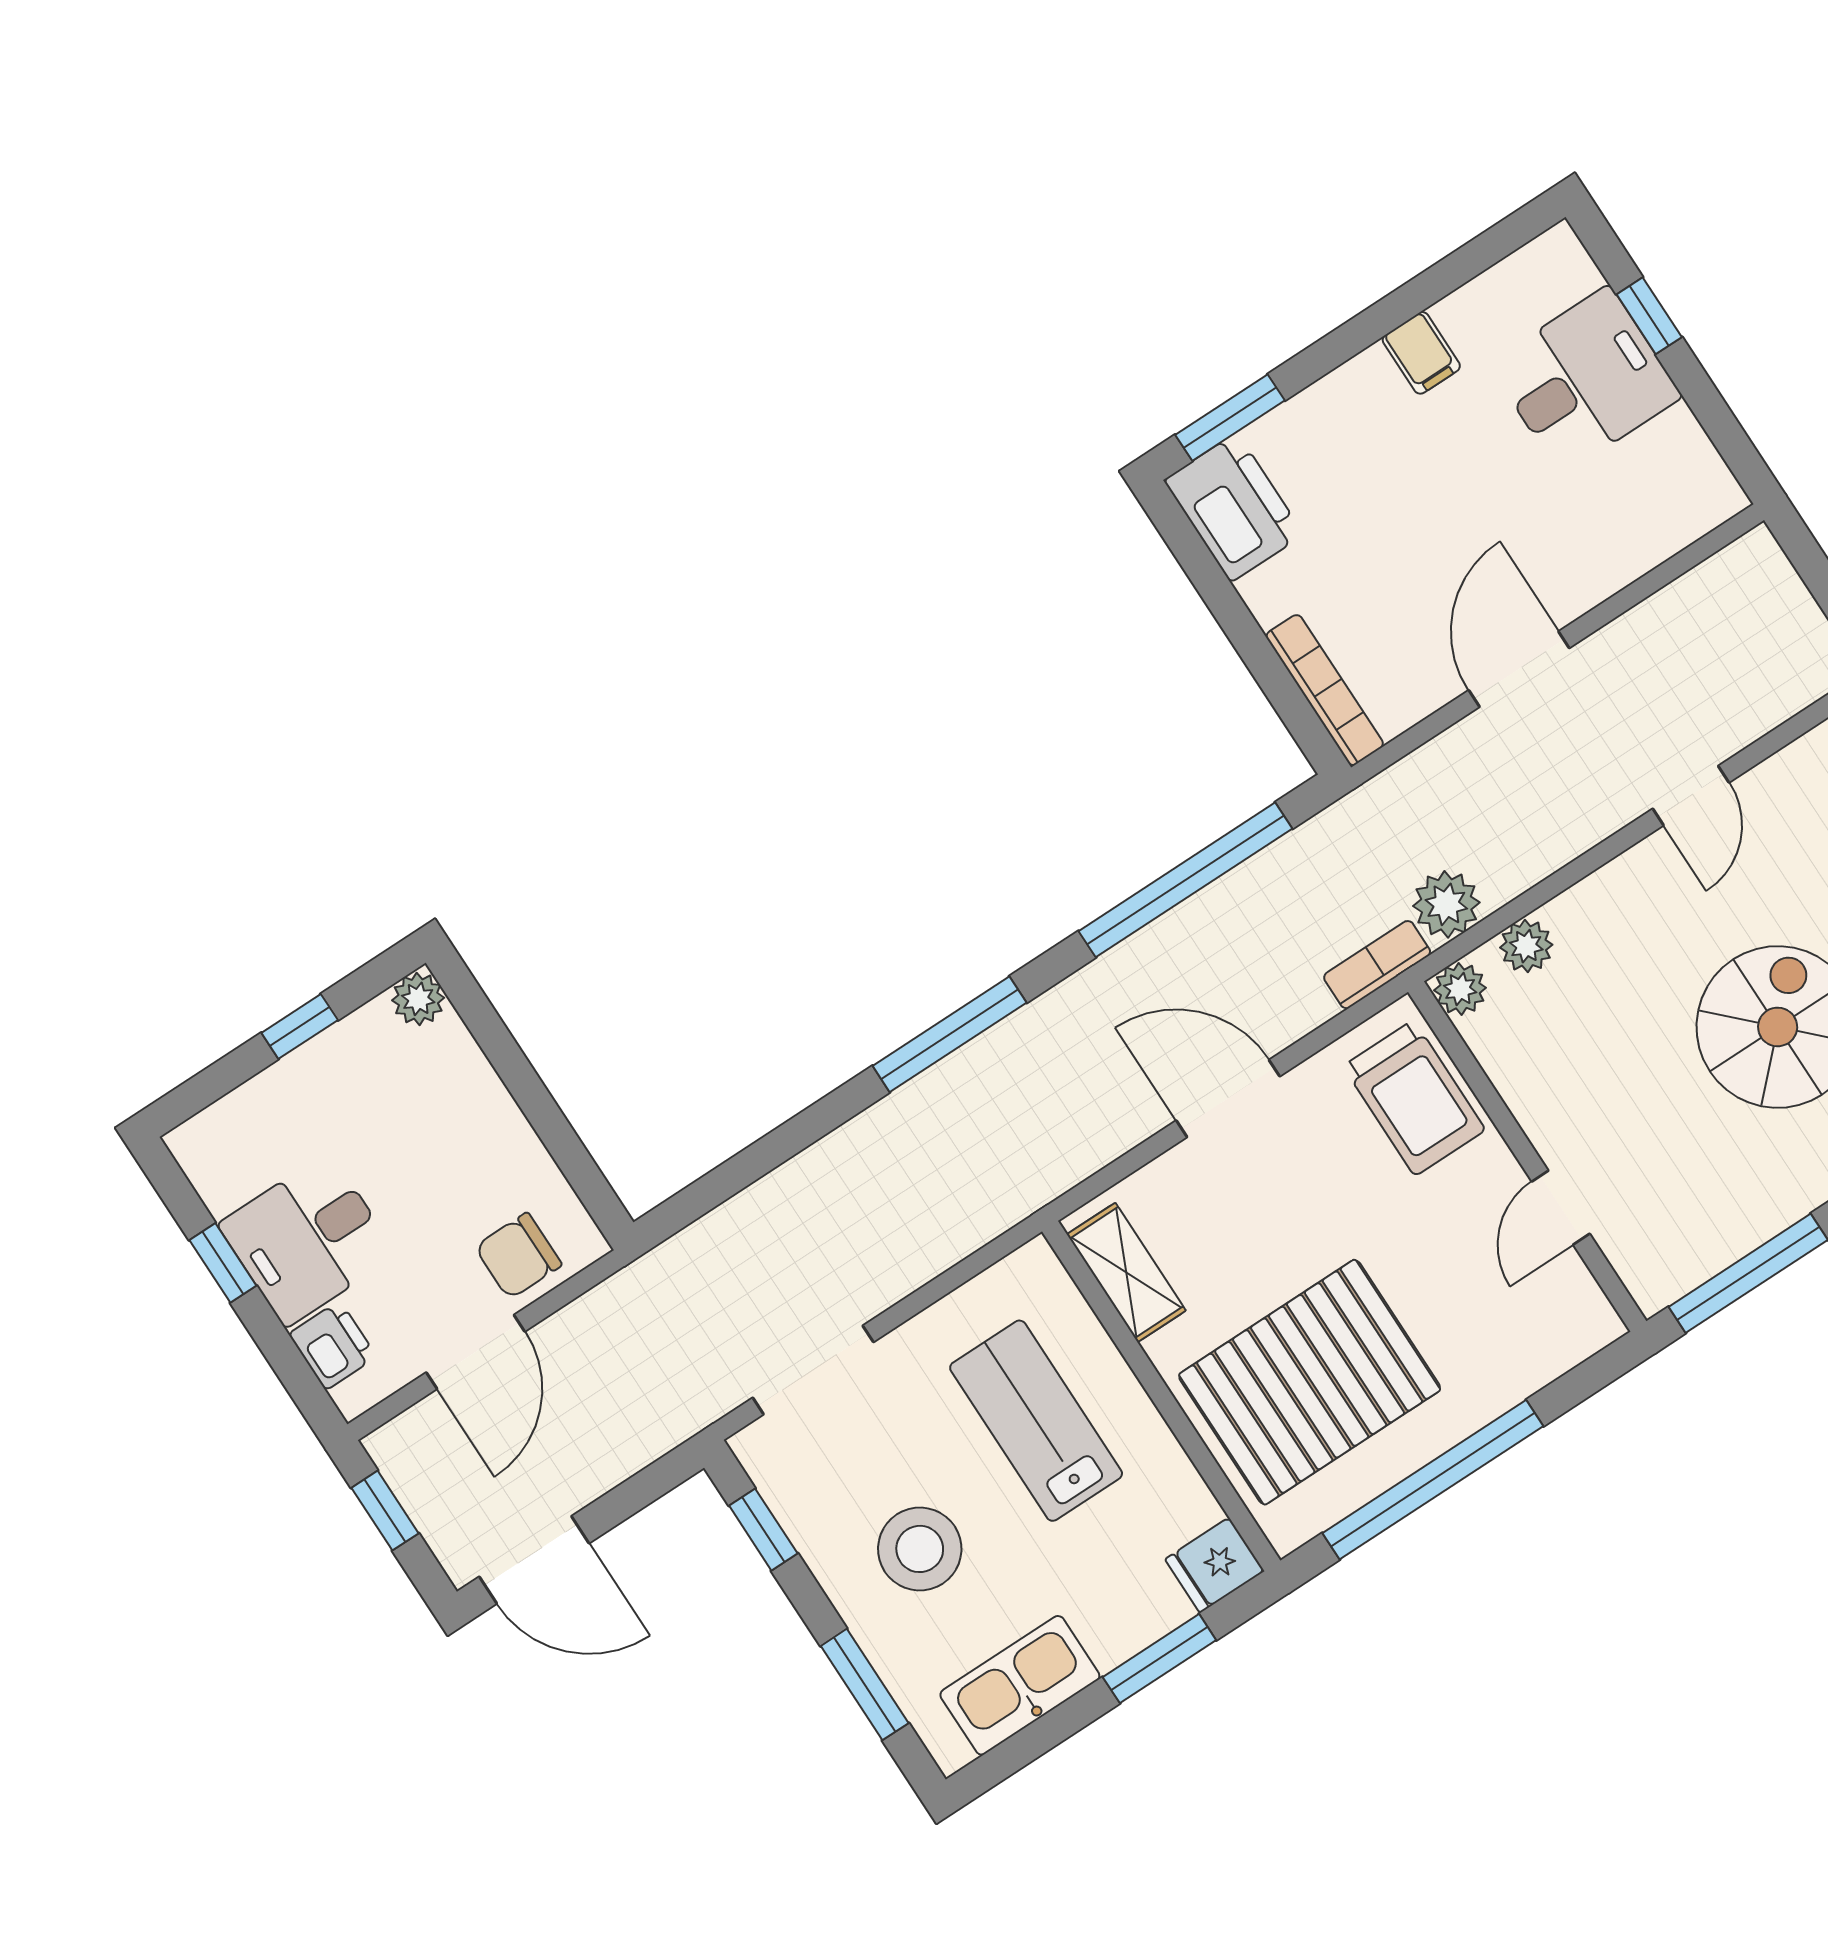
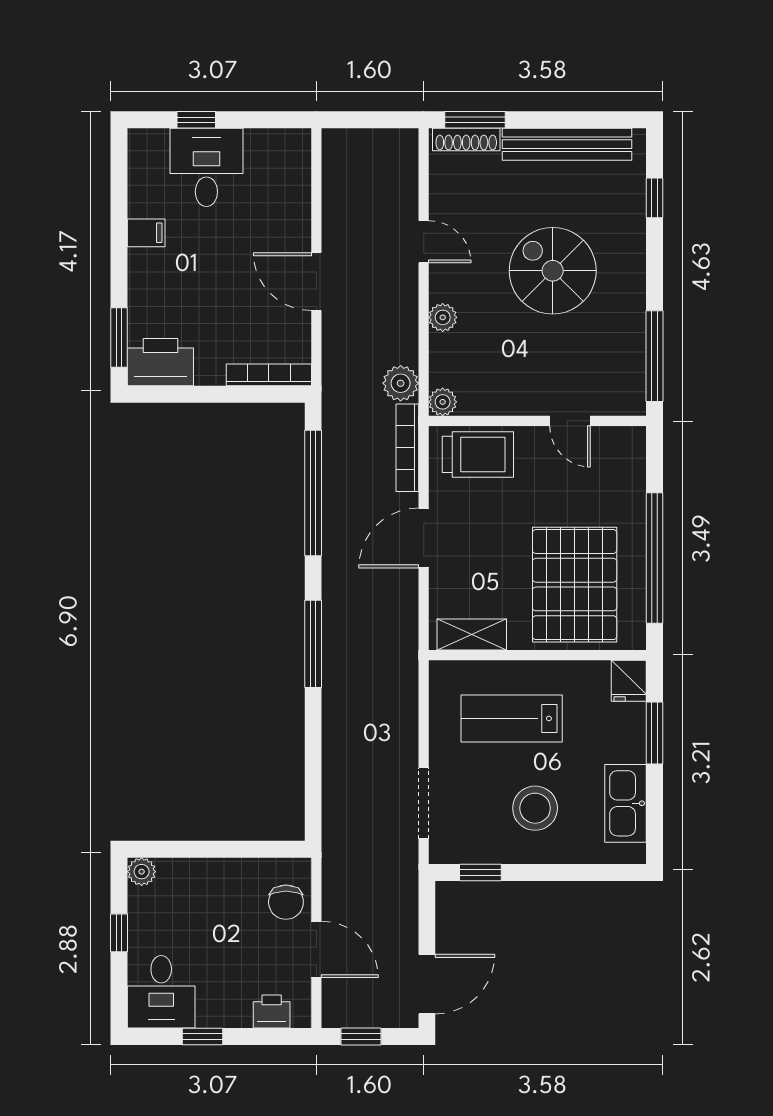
plant: (1526, 946) -> (443, 317), moved
bookcase: (1377, 965) -> (407, 448), width x1.56
desk: (308, 1240) -> (161, 992), moved
window: (865, 1685) -> (580, 873), removed

